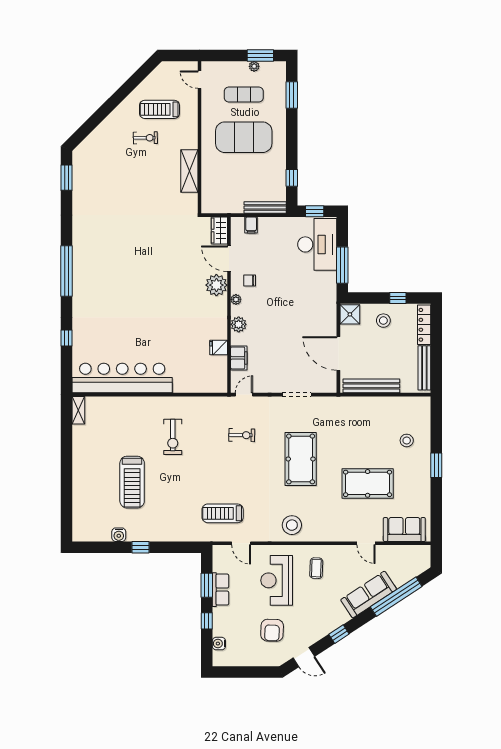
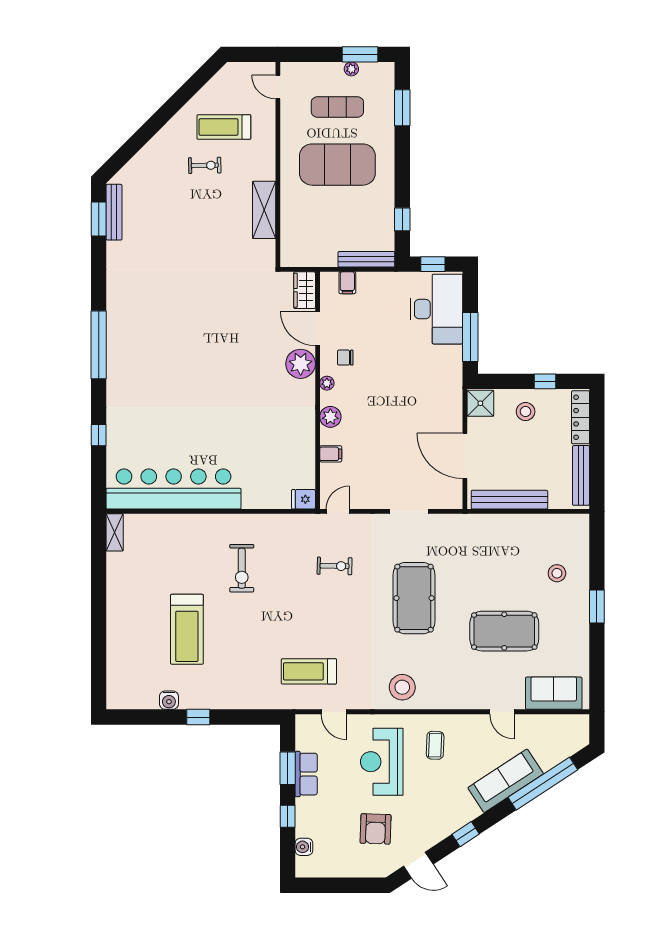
bench: (78, 173) -> (114, 212), added
fridge: (219, 347) -> (303, 499), moved
filing cabinet: (239, 358) -> (331, 454), width x0.50

